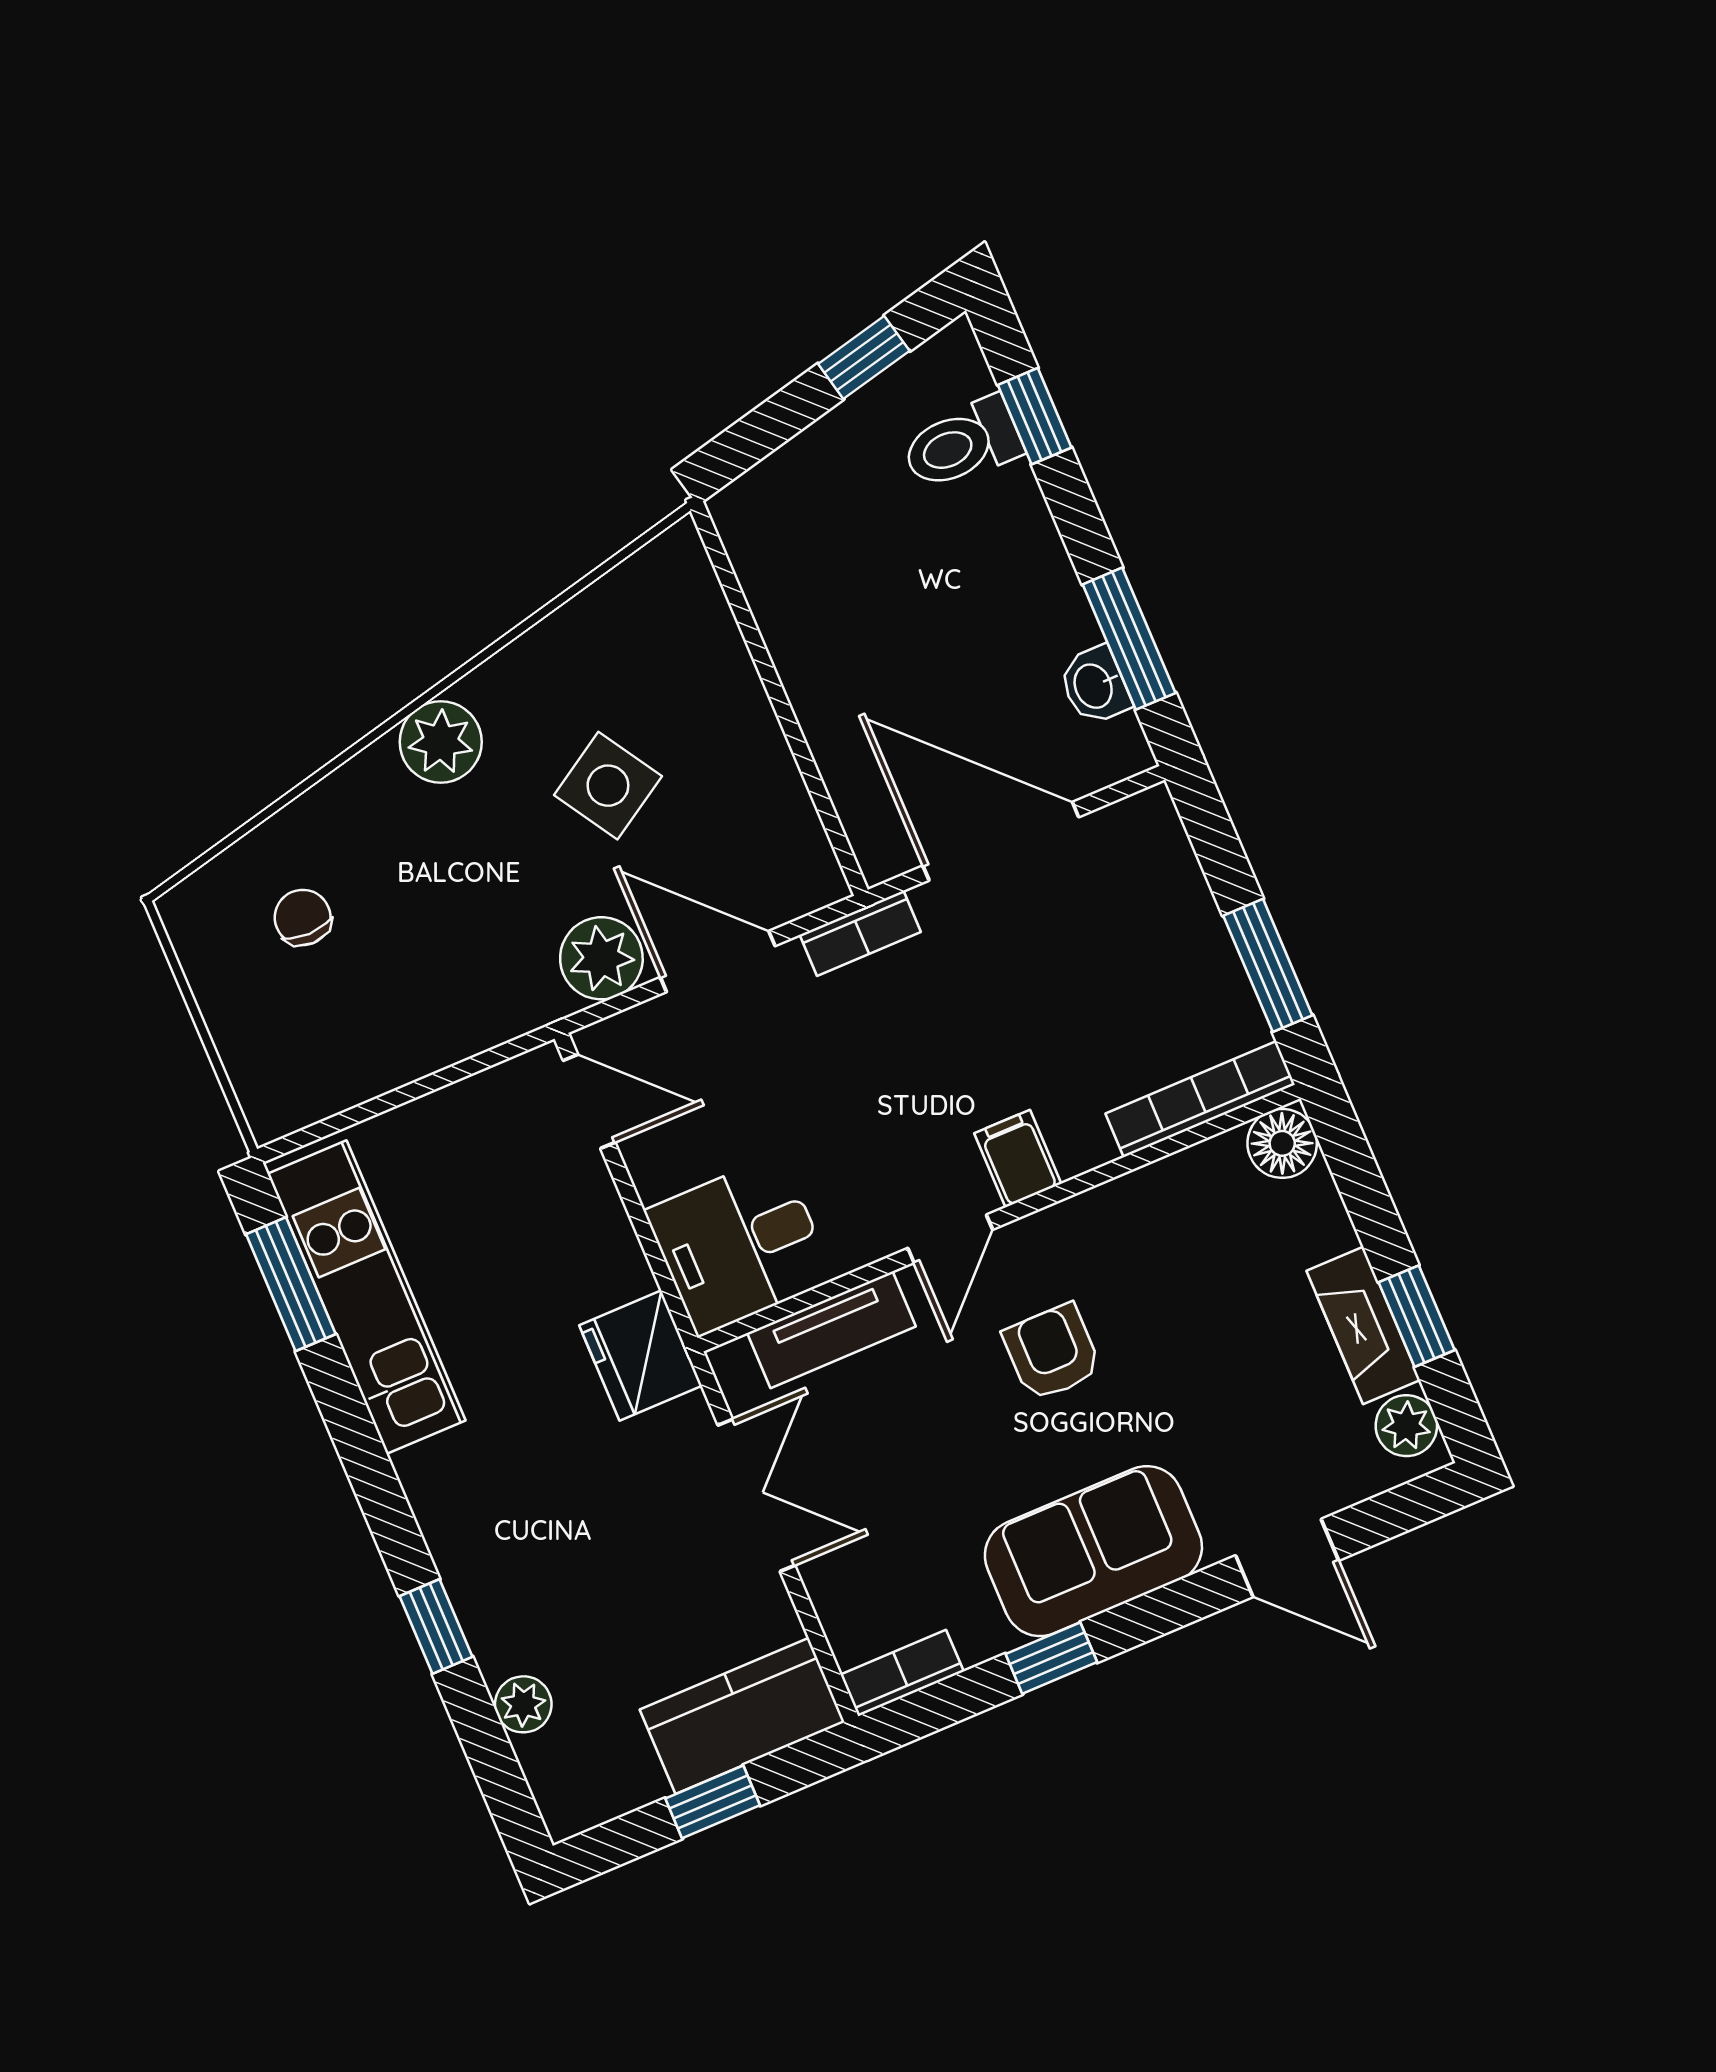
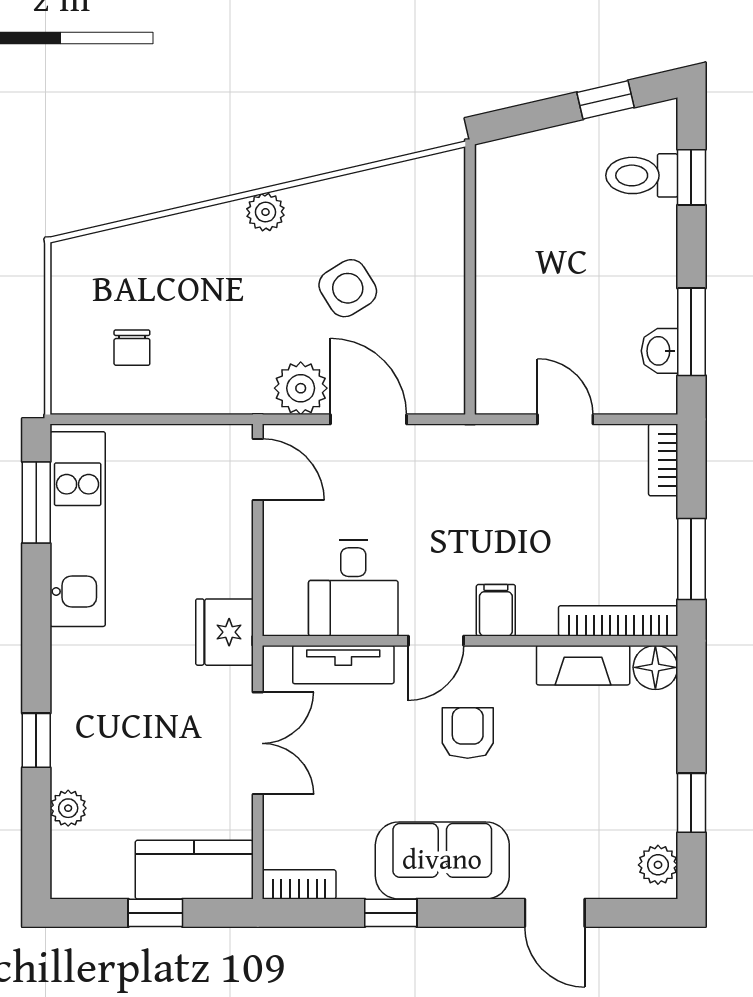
plant: (441, 742) -> (265, 212), width x0.73, depth x0.73
door: (1001, 841) -> (565, 419), width x0.53
chair: (303, 918) -> (132, 348), moved, turned 180
bookcase: (860, 933) -> (663, 460), moved, turned 90
desk: (739, 1245) -> (353, 588), moved, turned -90
fireplace: (1363, 1325) -> (583, 665), moved, turned -90

